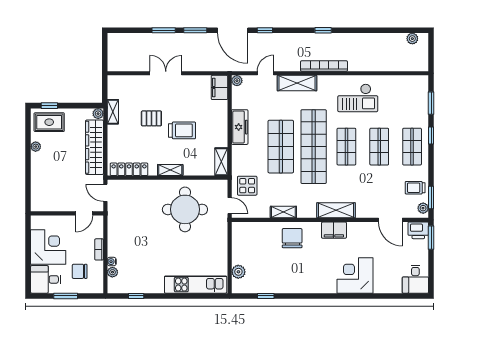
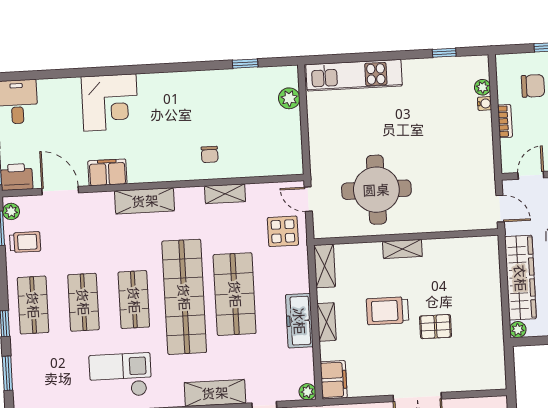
shelving: (113, 112) -> (327, 322), moved
locker: (129, 169) -> (466, 247), removed
filing cabinet: (334, 230) -> (107, 172), moved
chair: (292, 238) -> (210, 154), width x0.54, depth x0.54

